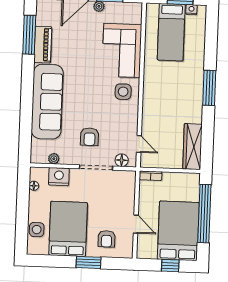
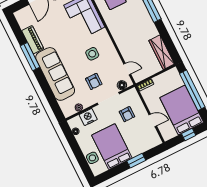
window: (29, 35) -> (30, 57), moved
side table: (123, 92) -> (92, 54), moved
armchair: (107, 239) -> (127, 114), moved

